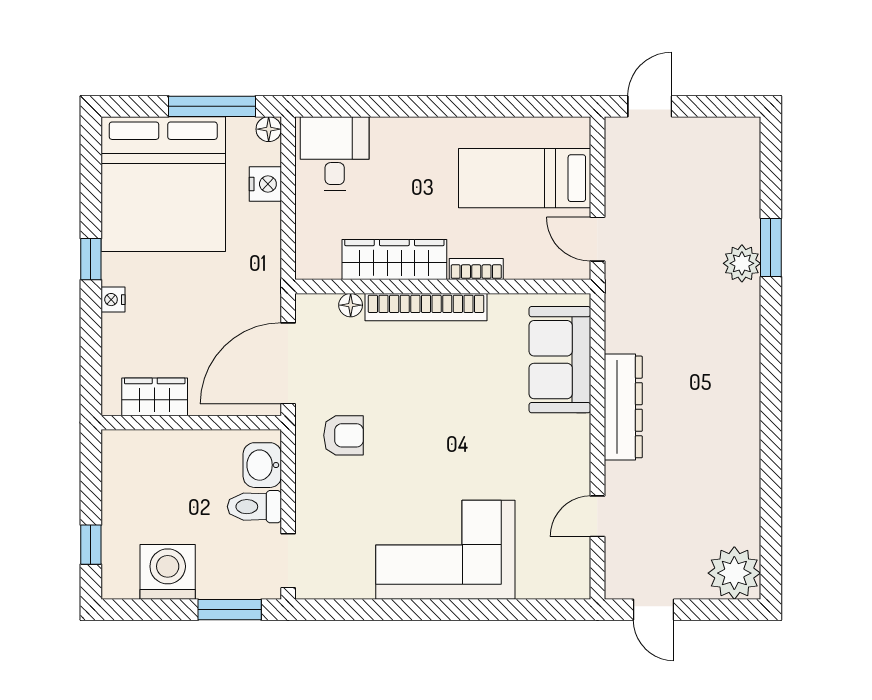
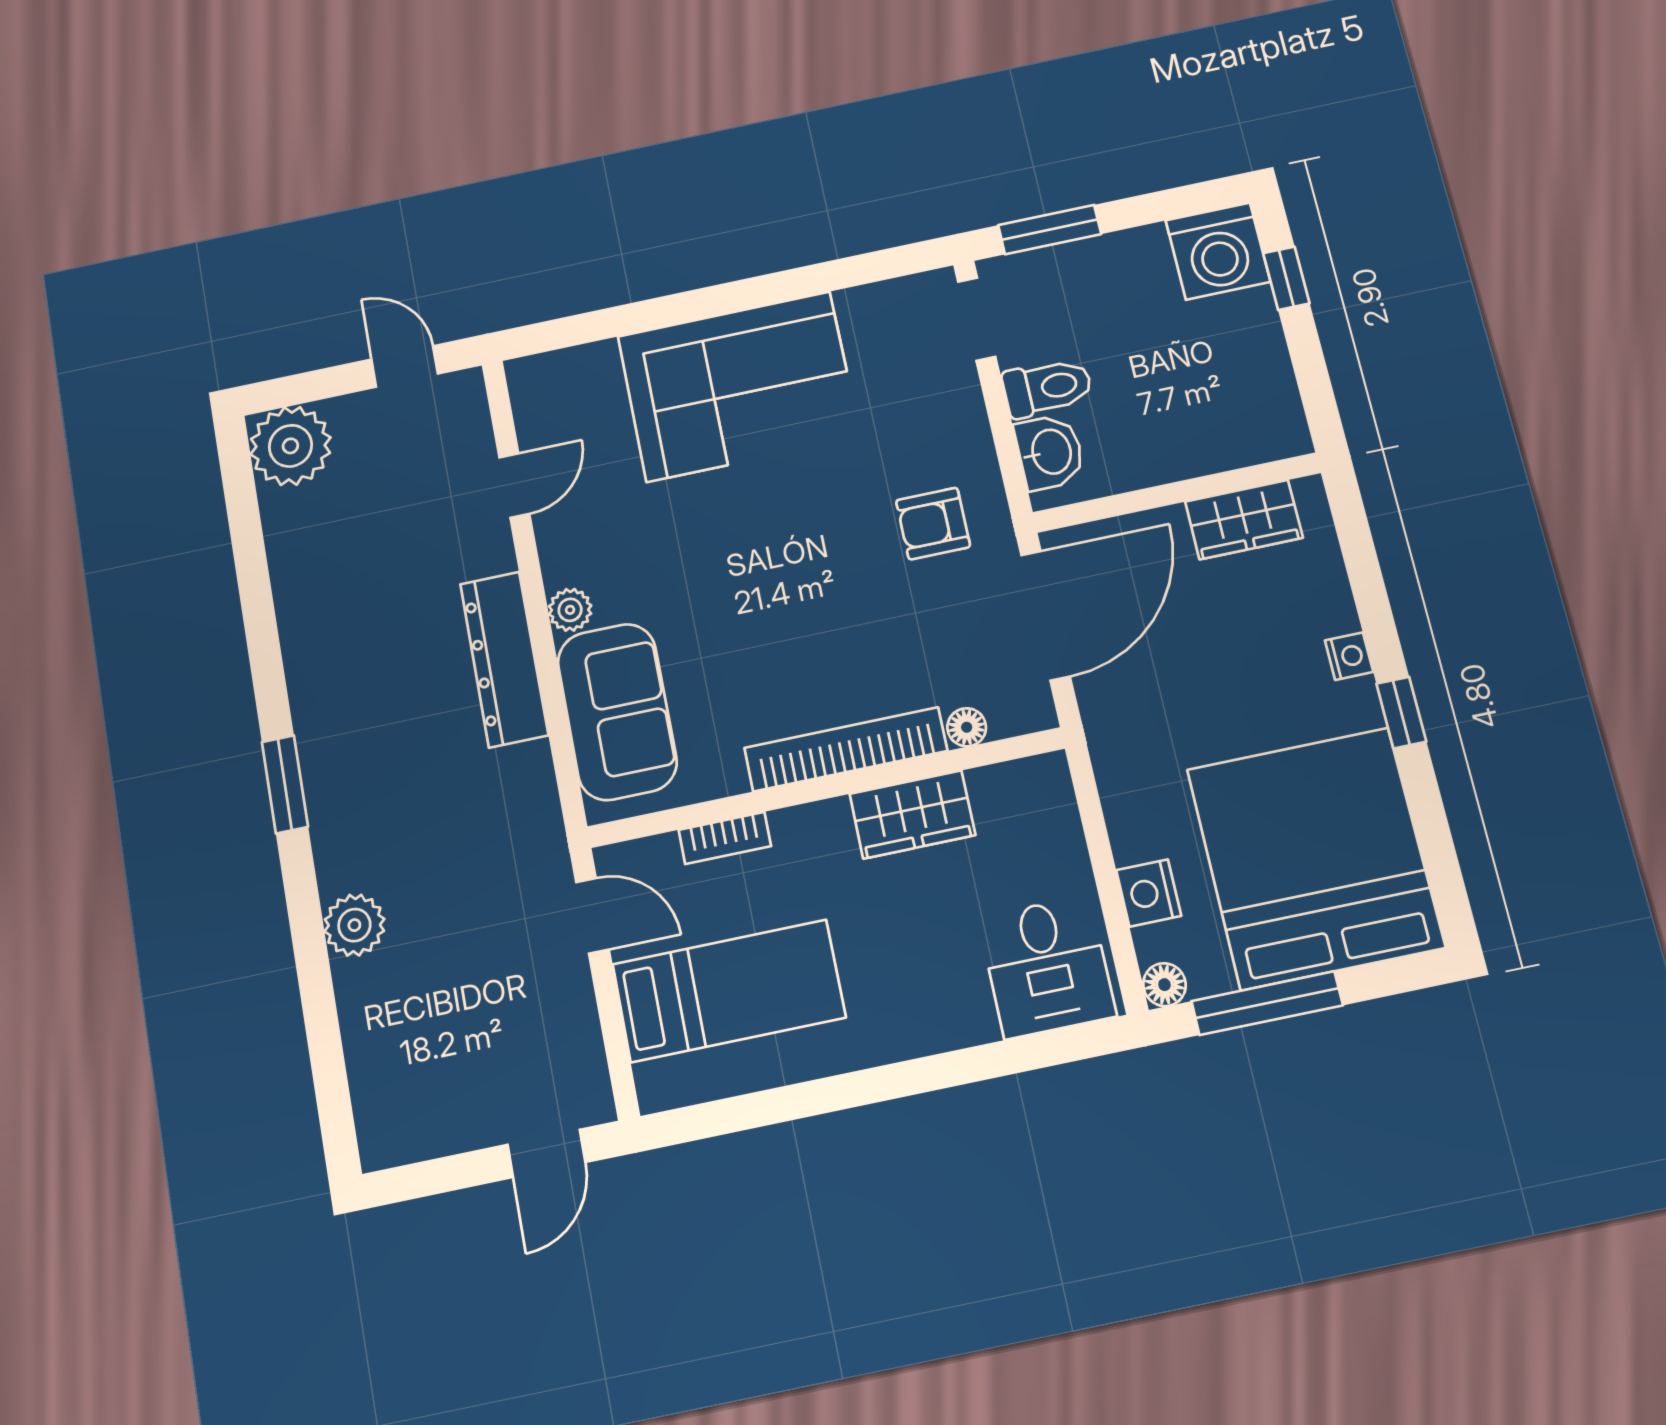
window: (771, 247) -> (285, 784), moved
wardrobe: (394, 260) -> (912, 814), width x0.67
bookcase: (476, 269) -> (725, 838), moved
plant: (577, 429) -> (570, 610), added
washing machine: (168, 572) -> (1218, 251), moved

